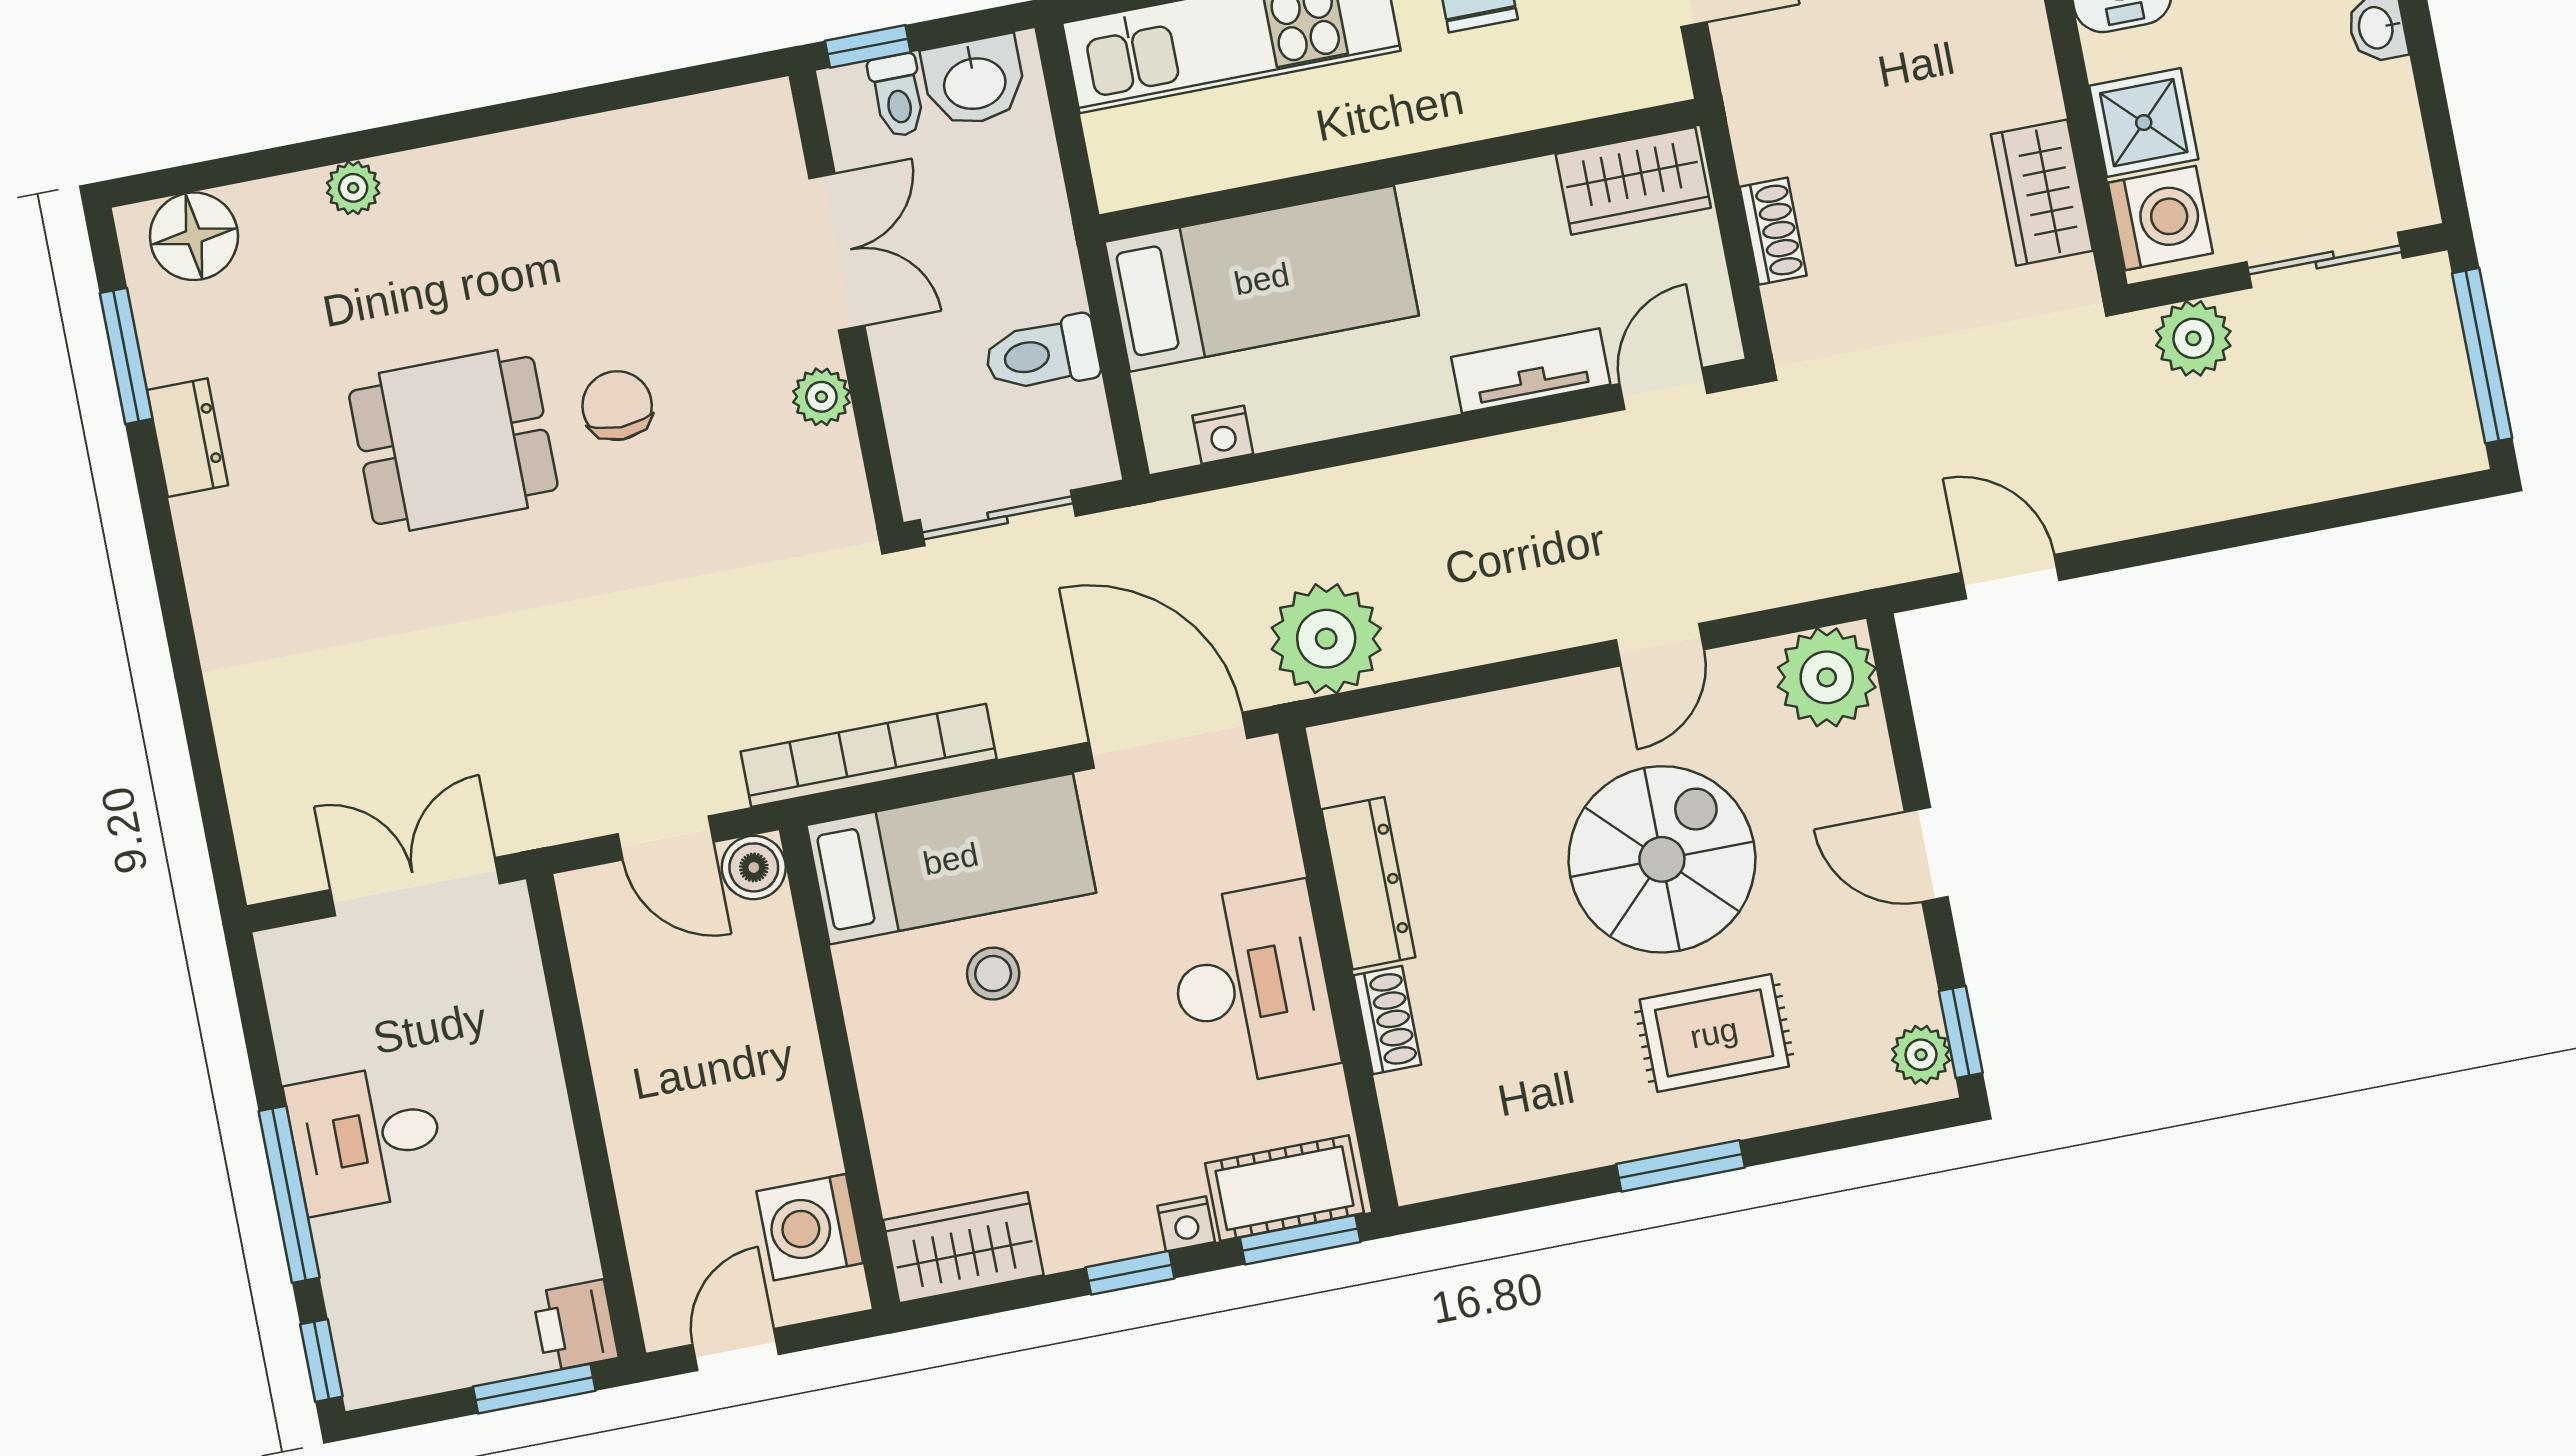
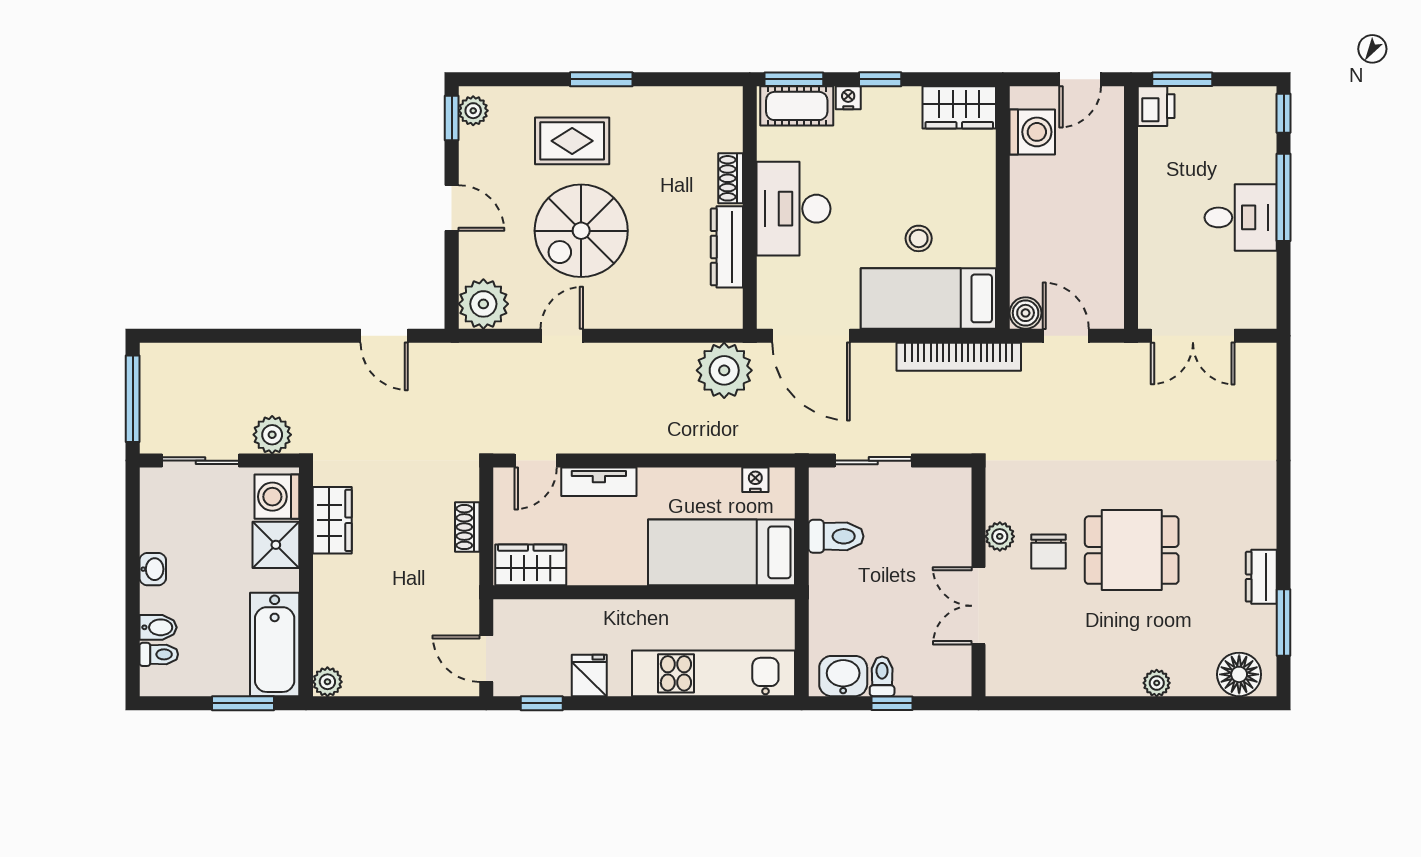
double door: (837, 252) -> (978, 606), moved
wall: (846, 299) -> (978, 582), moved
plant: (821, 397) -> (1000, 536), moved

